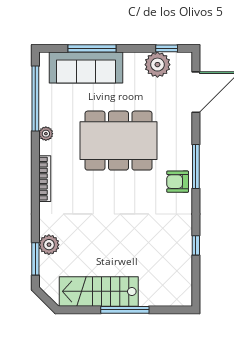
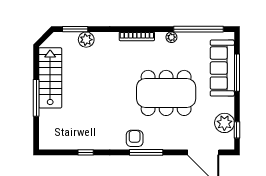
dining table: (118, 141) -> (166, 93), turned 90

